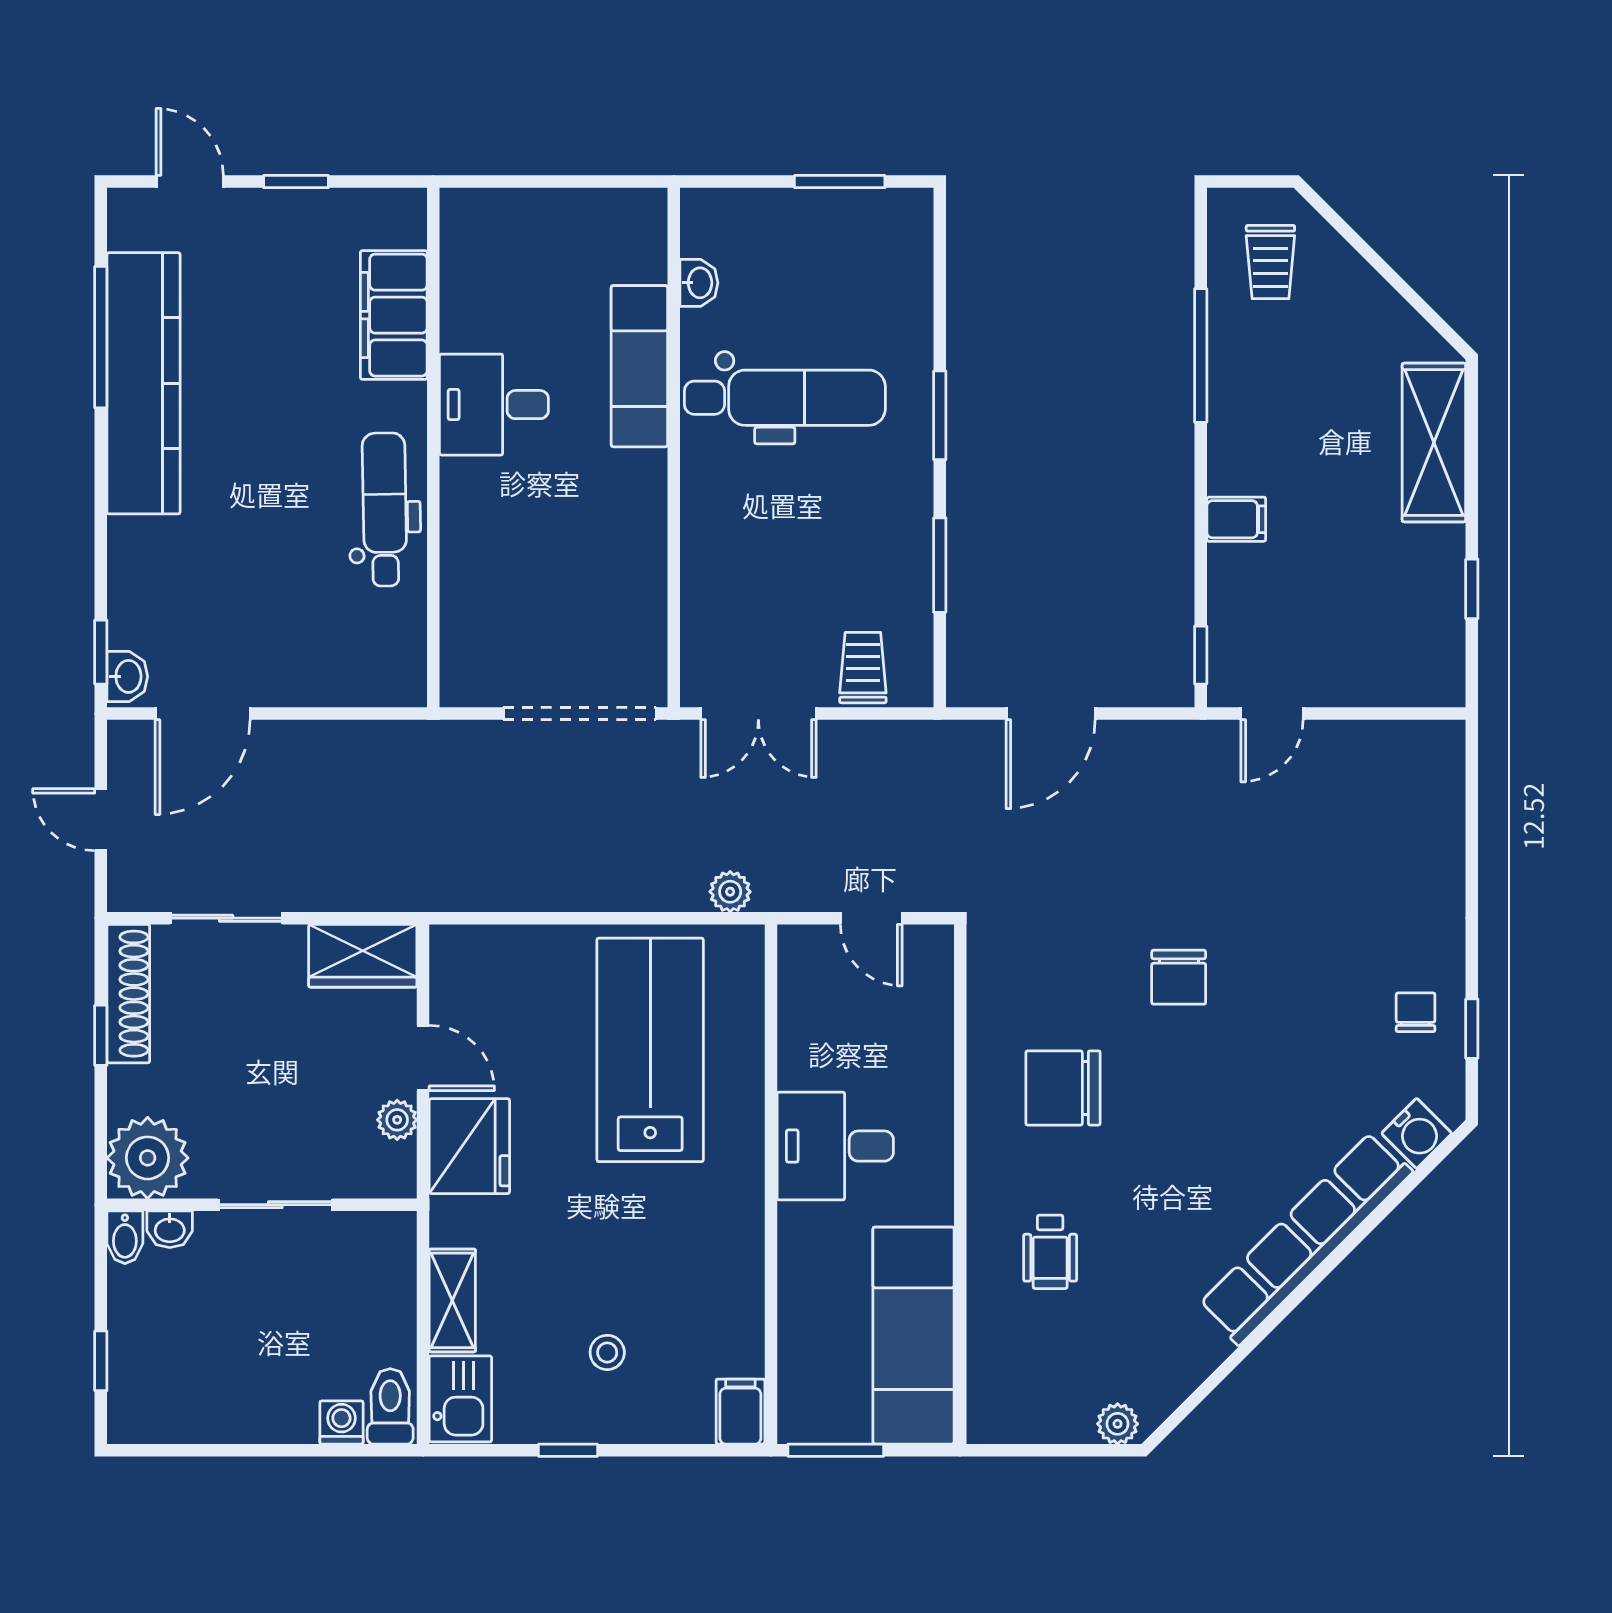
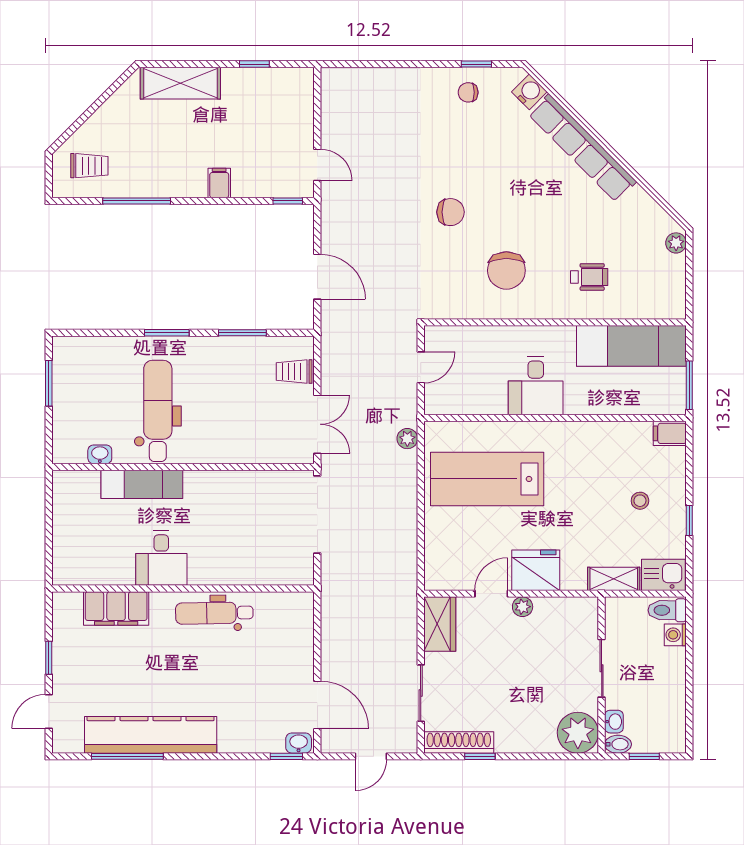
plant: (148, 1158) -> (578, 733), moved
wall: (262, 1205) -> (602, 675), moved
sliding door: (275, 1205) -> (602, 668), moved
washbasin: (170, 1229) -> (614, 722), moved
bidet: (125, 1237) -> (618, 744), moved

